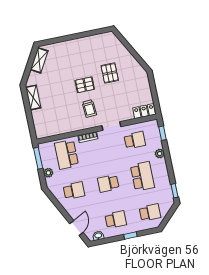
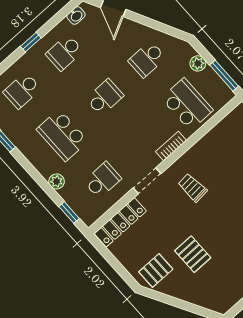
pallet: (85, 85) -> (156, 270), moved
locker: (144, 111) -> (120, 222), width x1.53
school desk: (135, 140) -> (103, 180), turned 180

